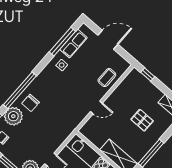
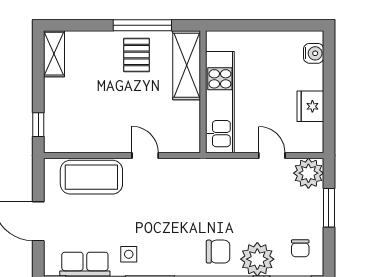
coffee table: (107, 78) -> (91, 177), width x1.86, depth x1.72
pallet: (142, 120) -> (136, 55), moved

